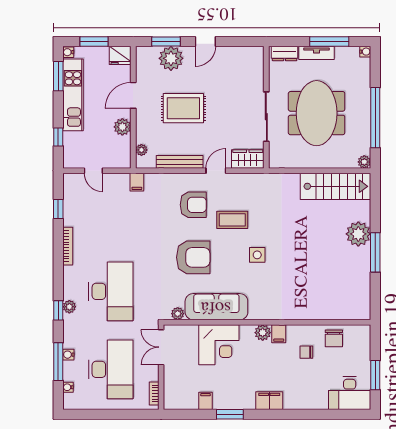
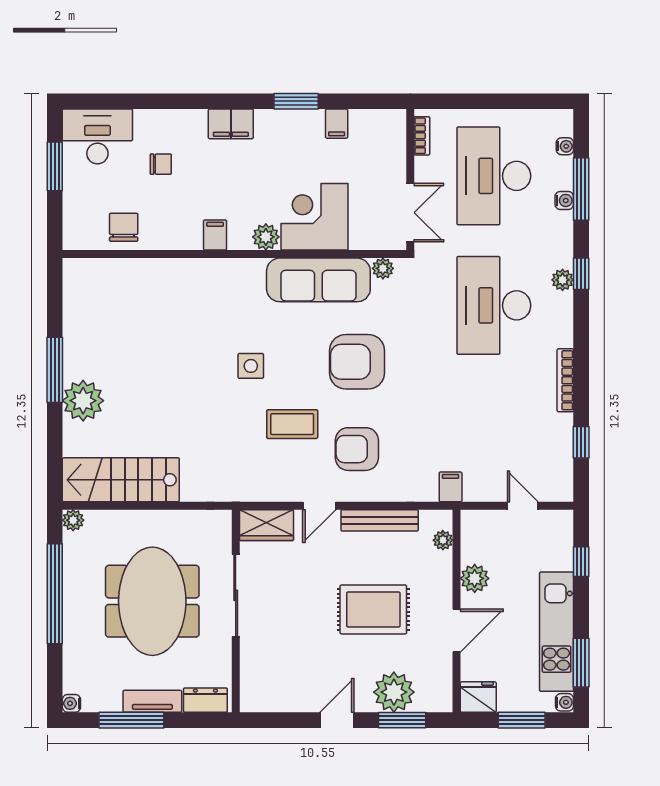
plant: (263, 333) -> (266, 237), moved
chair: (306, 352) -> (161, 164), moved

